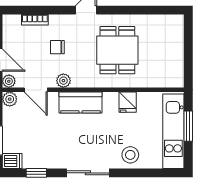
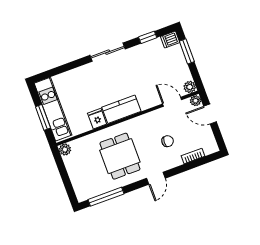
window: (150, 10) -> (106, 197), added
plant: (63, 81) -> (65, 150), moved
kitchen counter: (81, 103) -> (121, 109), moved
stool: (130, 155) -> (80, 78), removed

